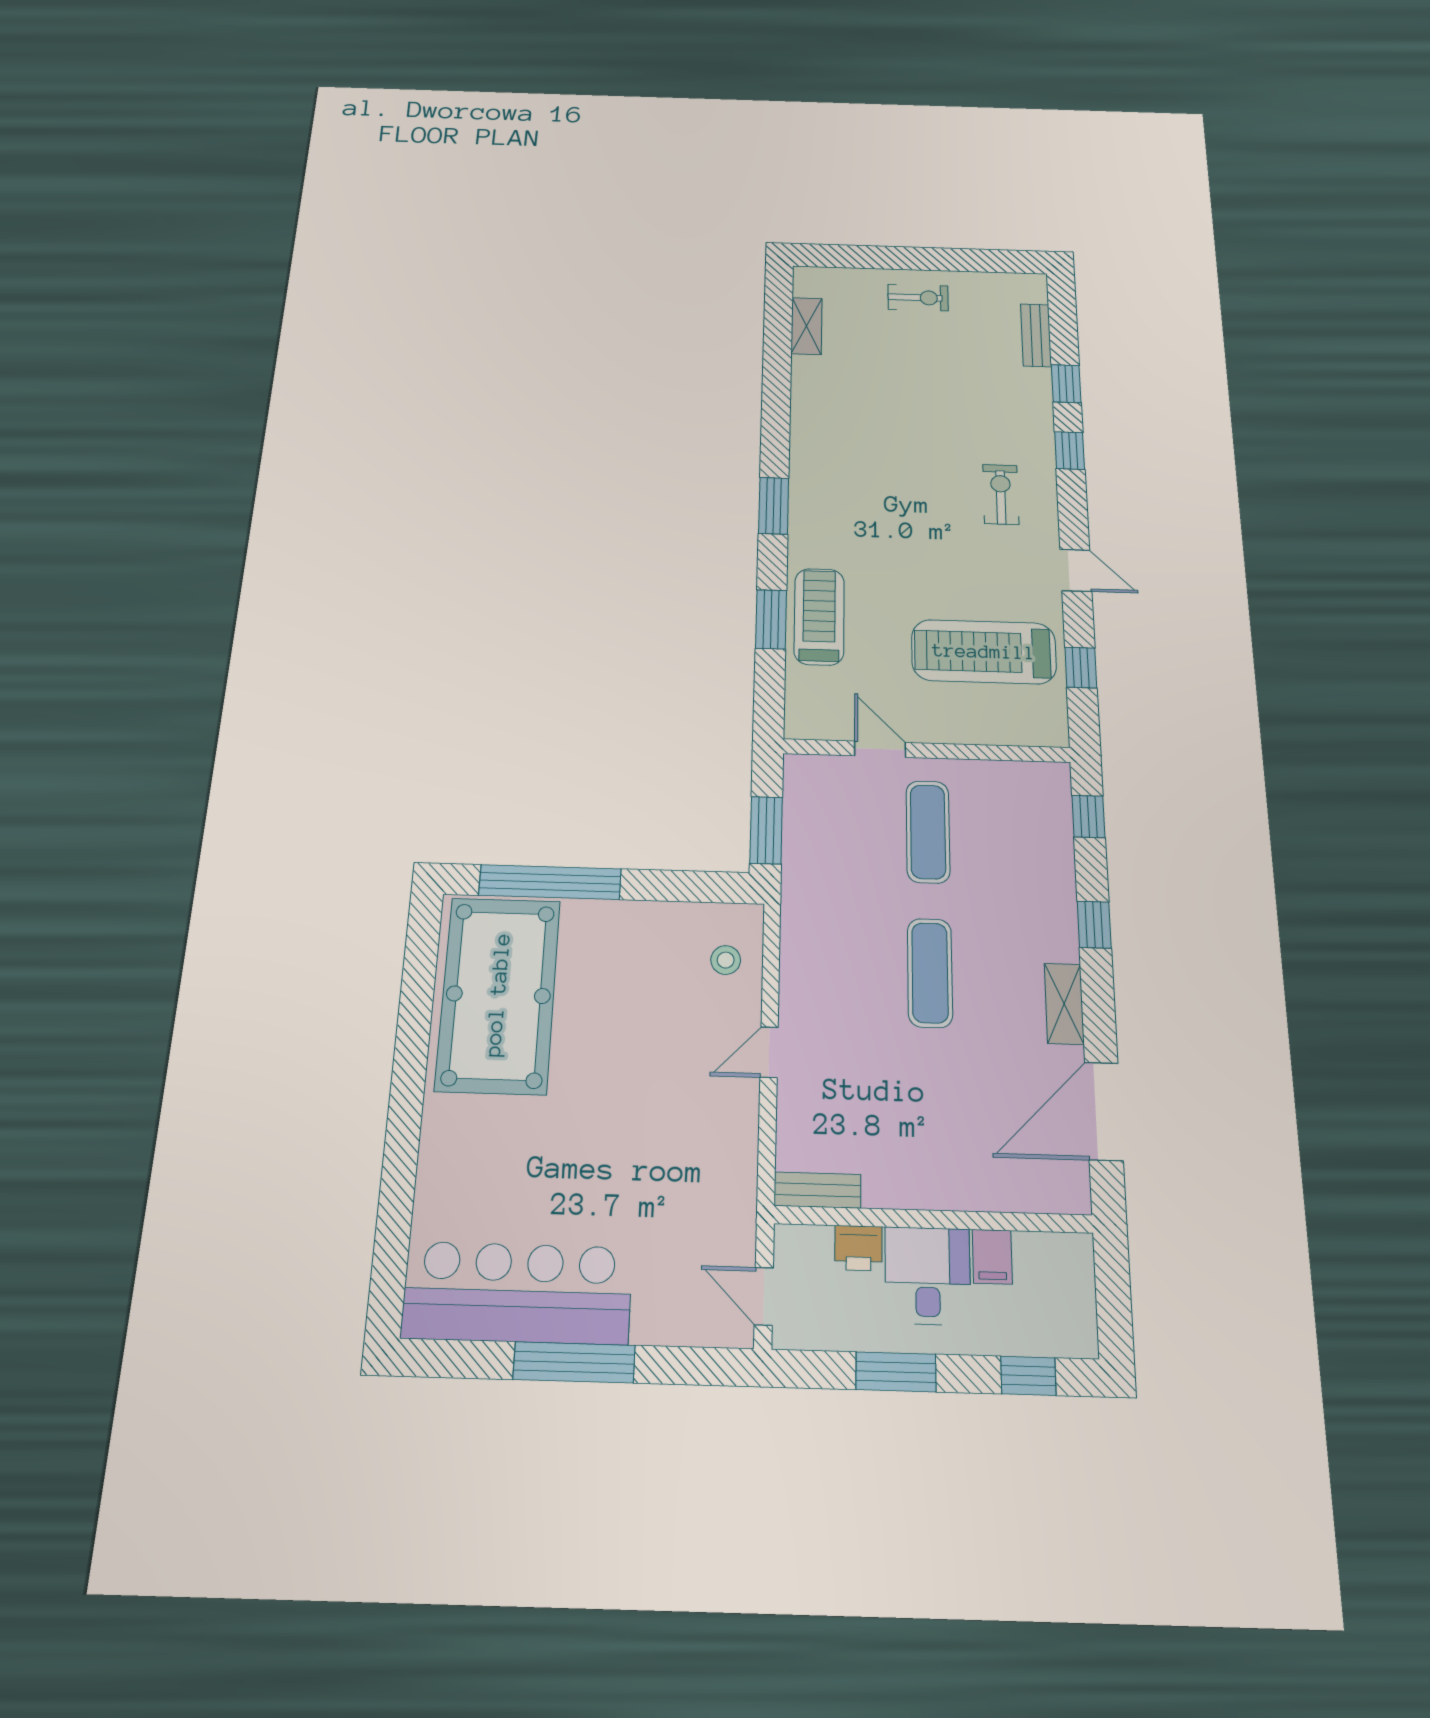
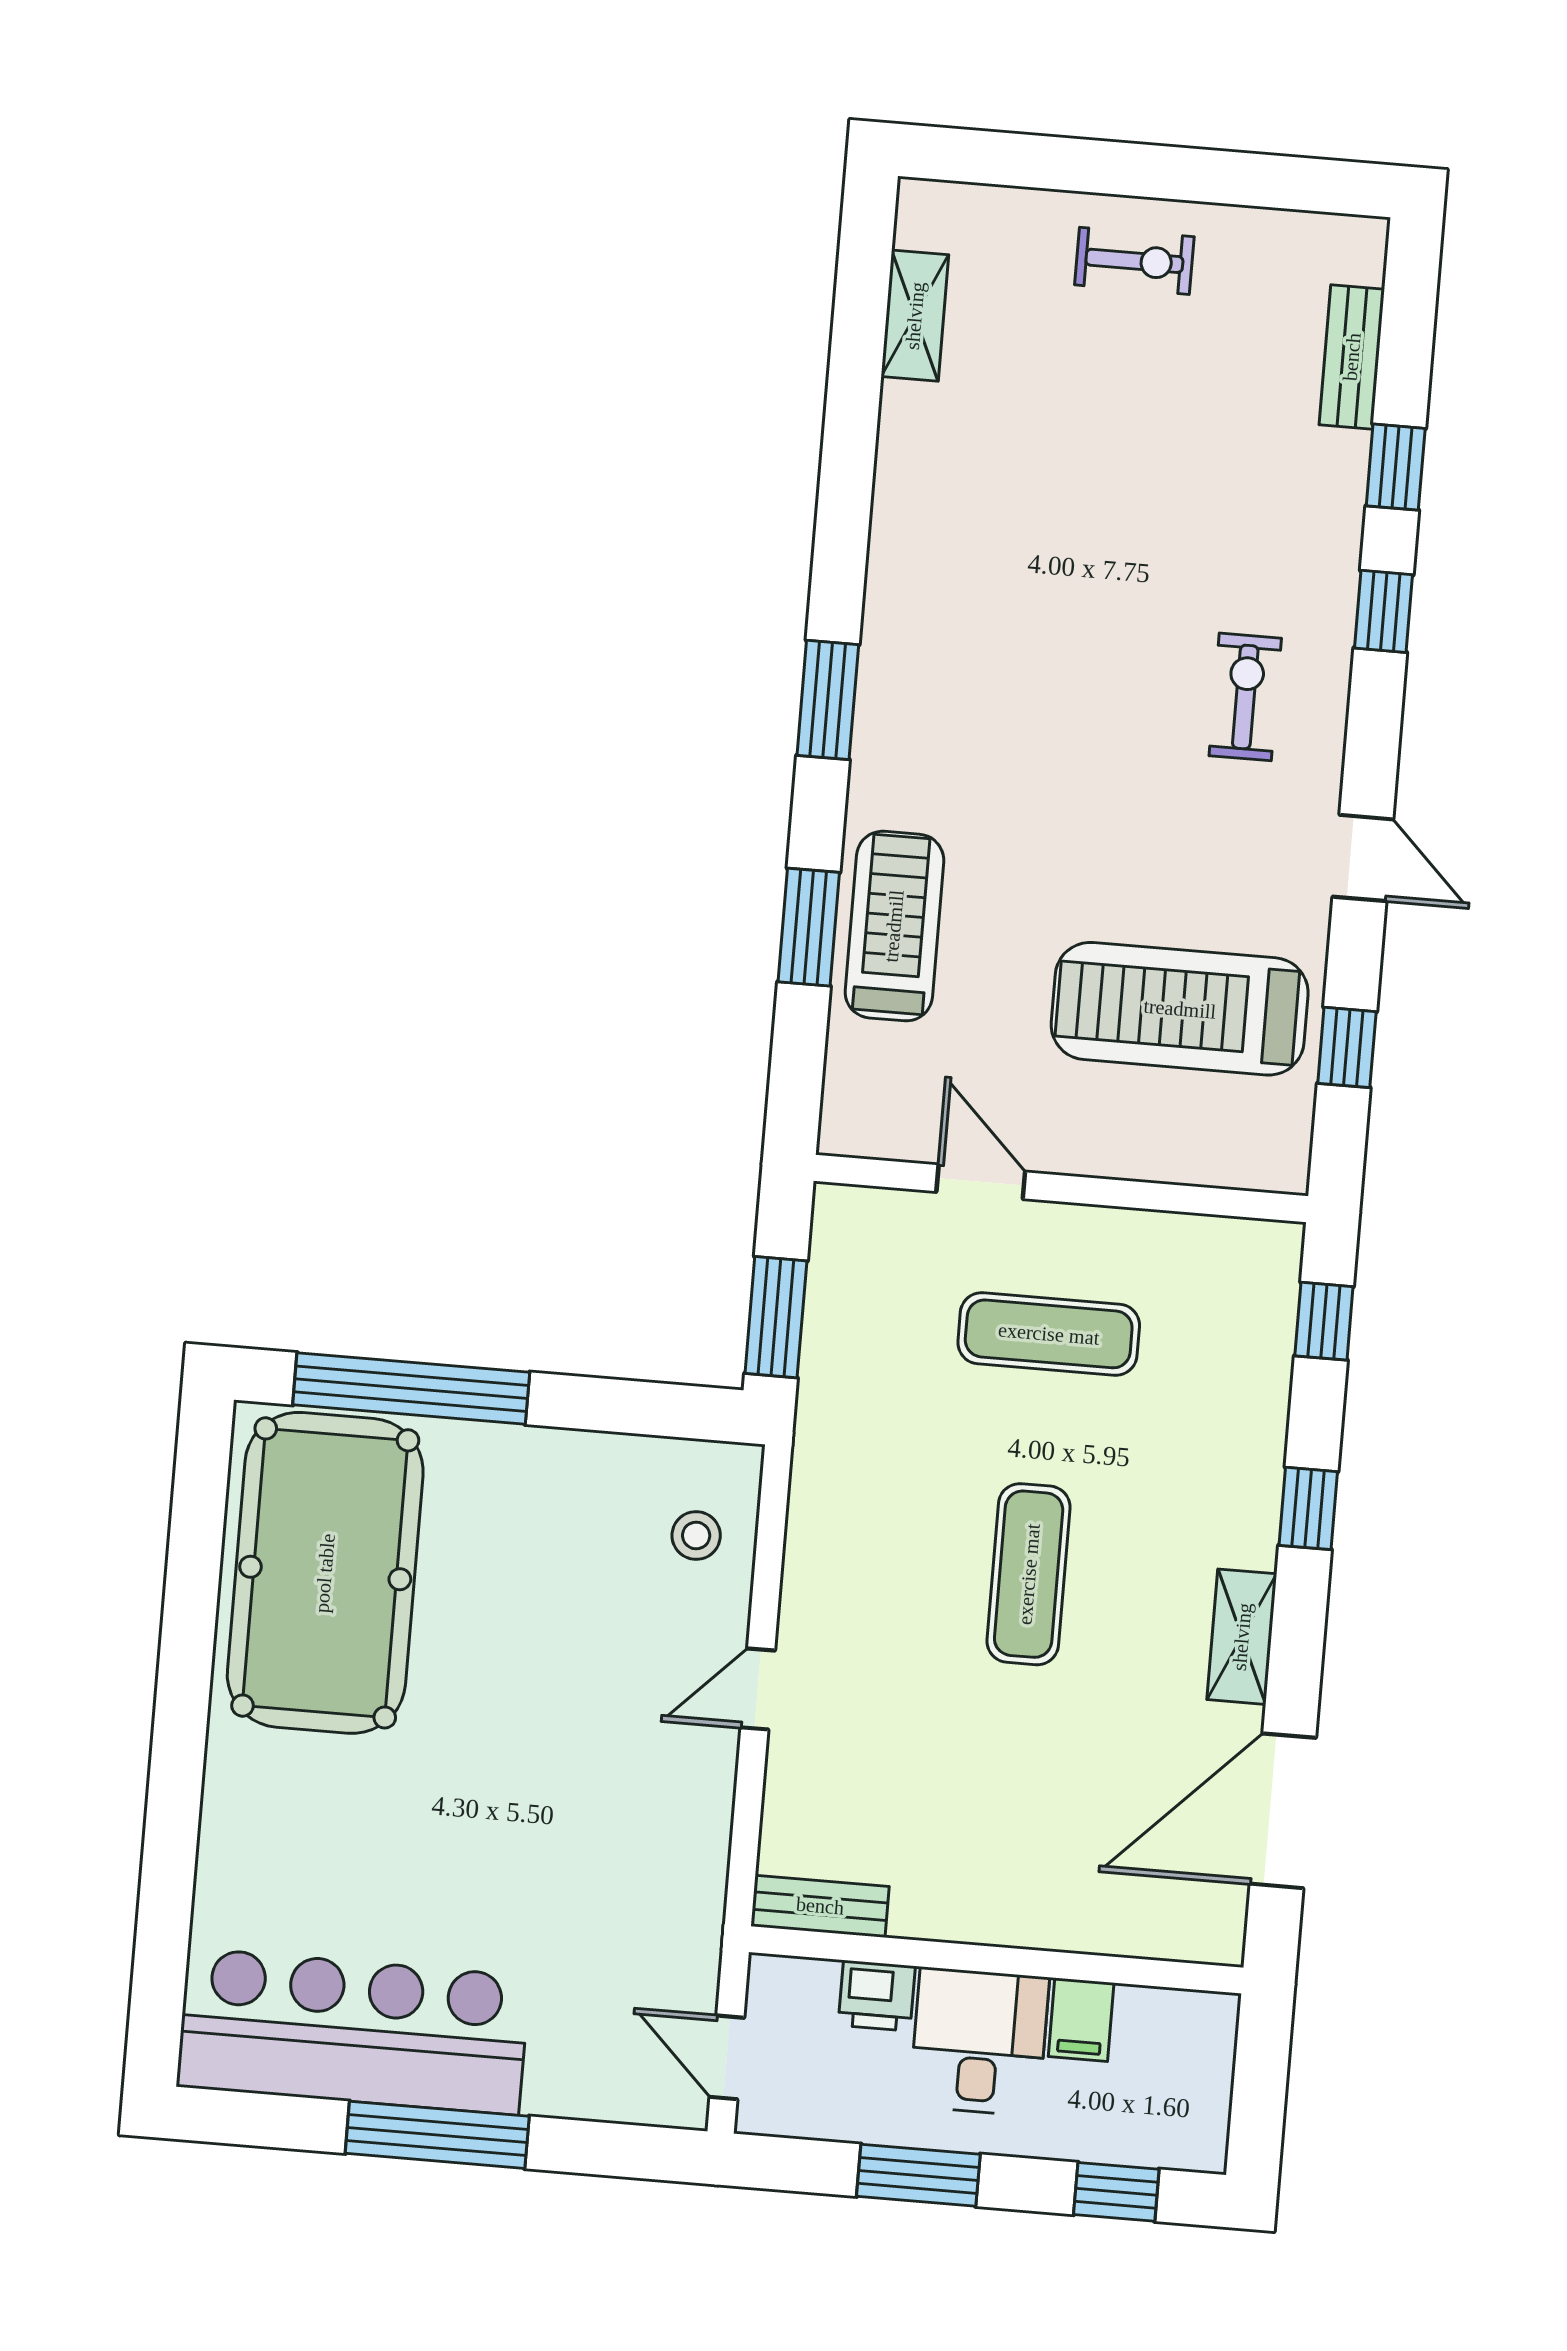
exercise mat: (928, 832) -> (1049, 1334), turned 90

